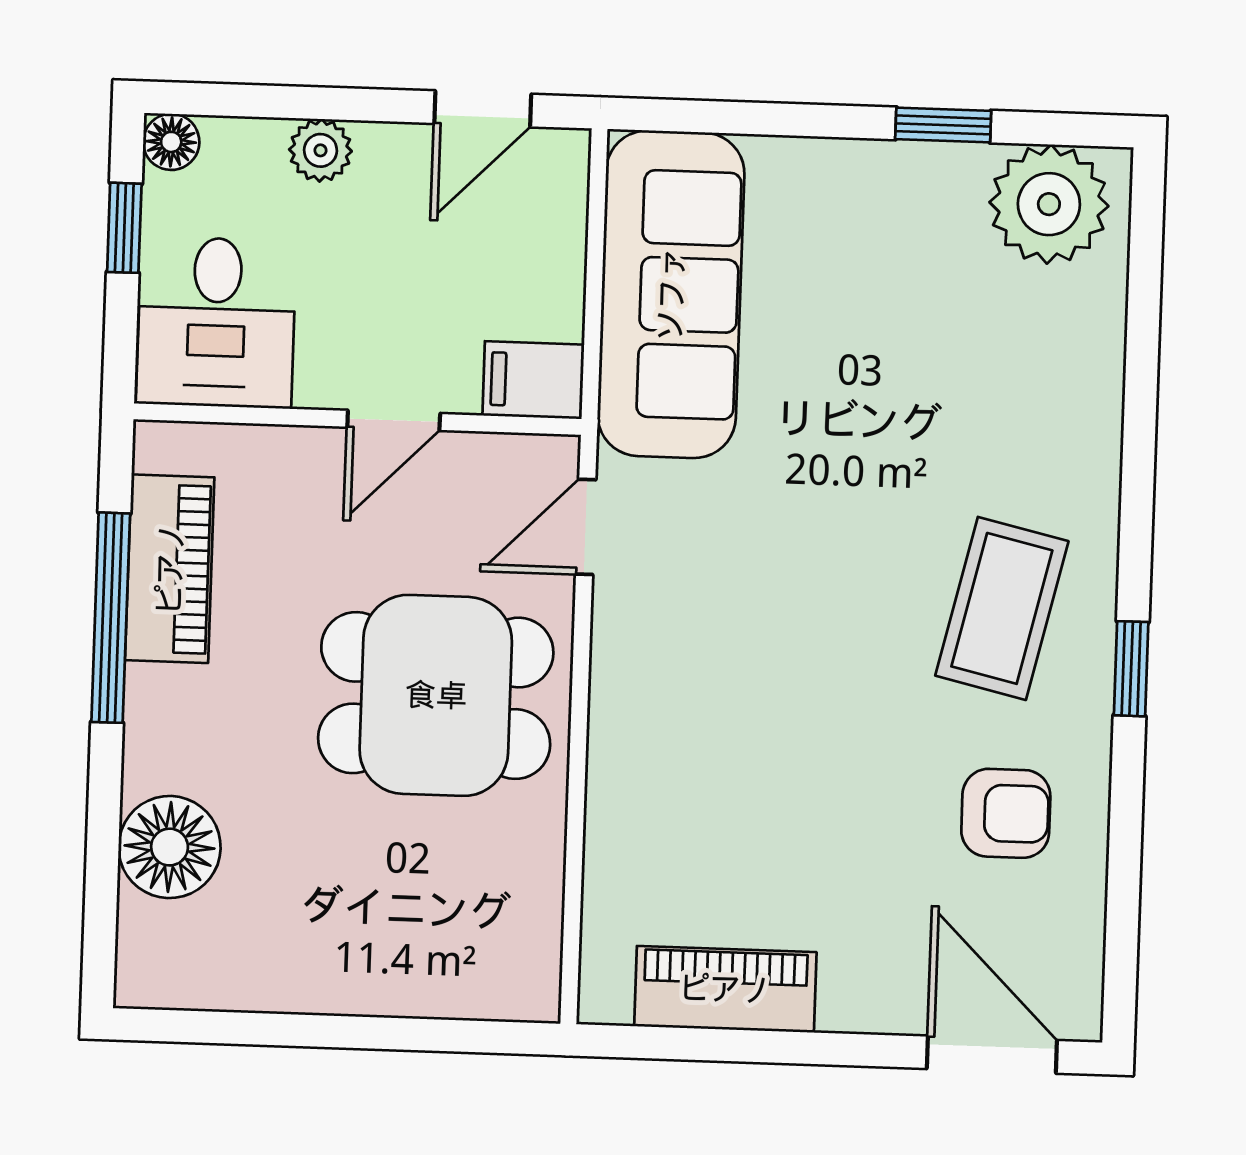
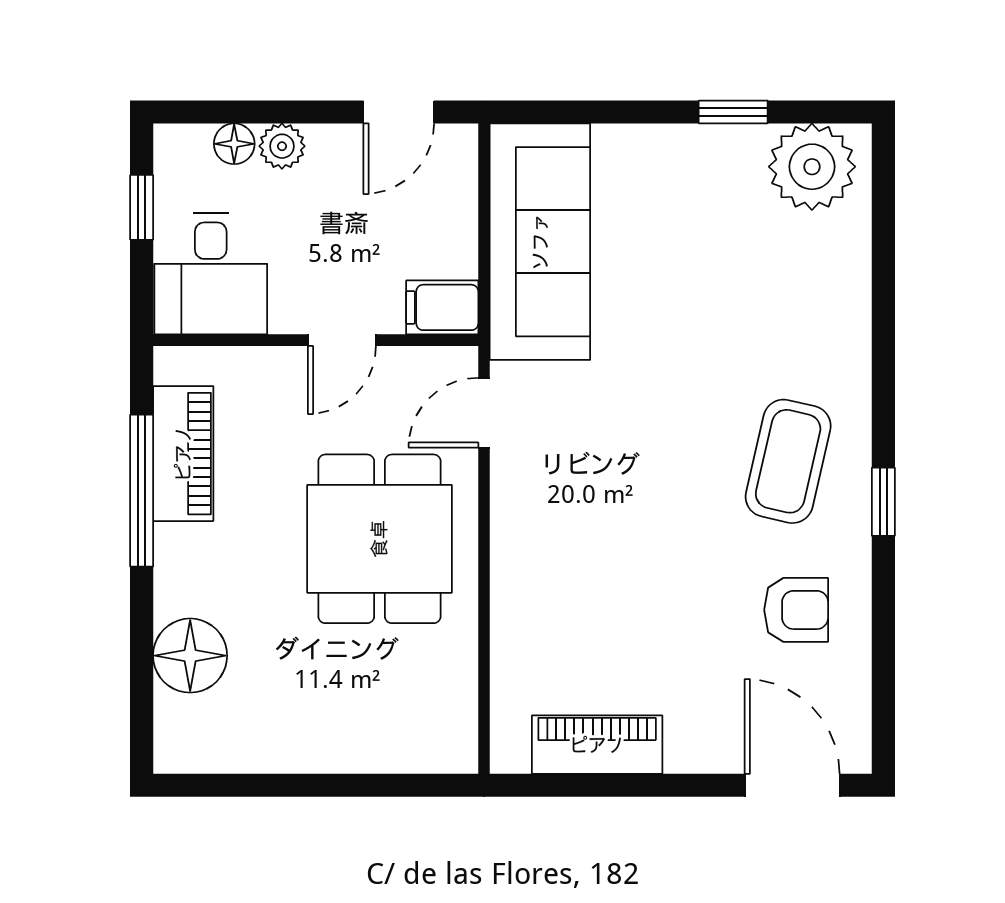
floor lamp: (171, 142) -> (234, 144), moved
dining table: (436, 695) -> (379, 539), turned 90

